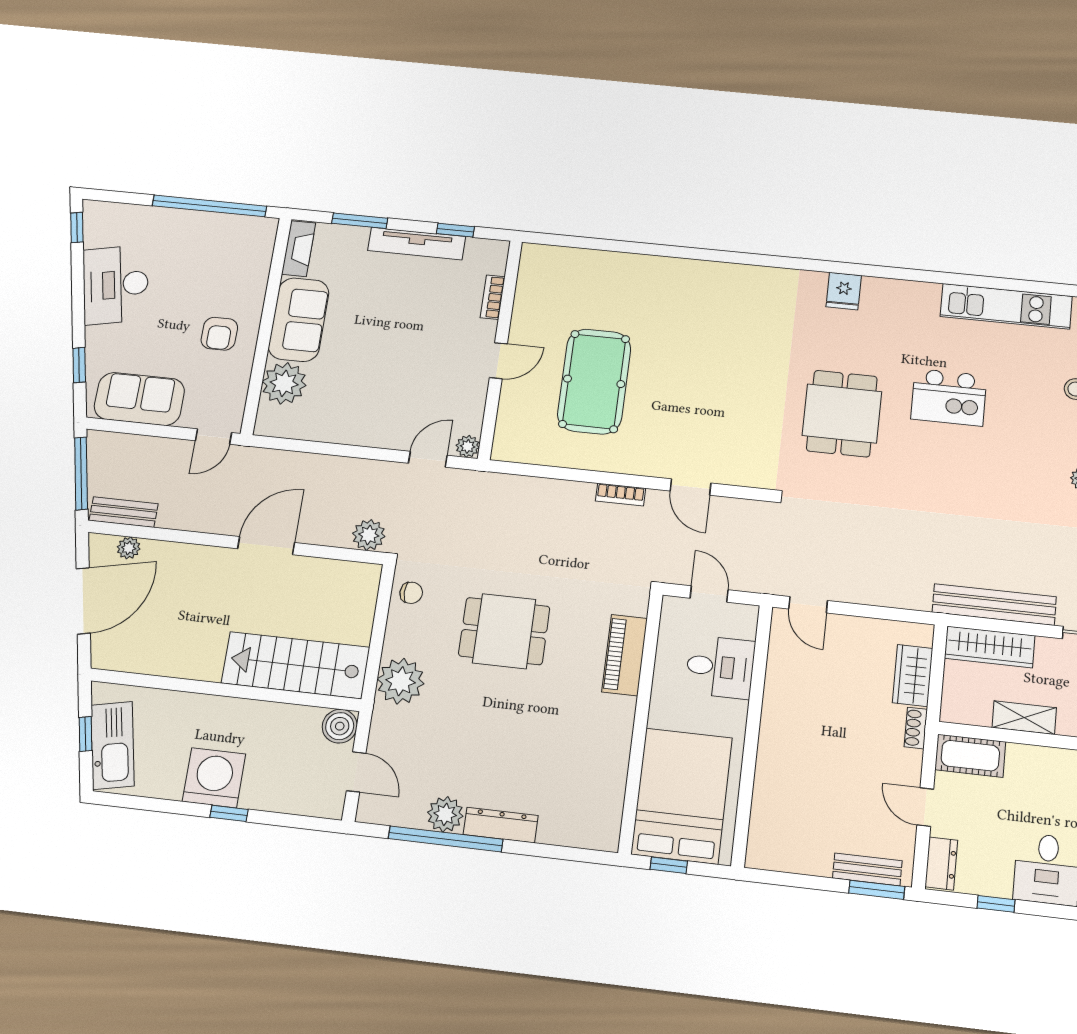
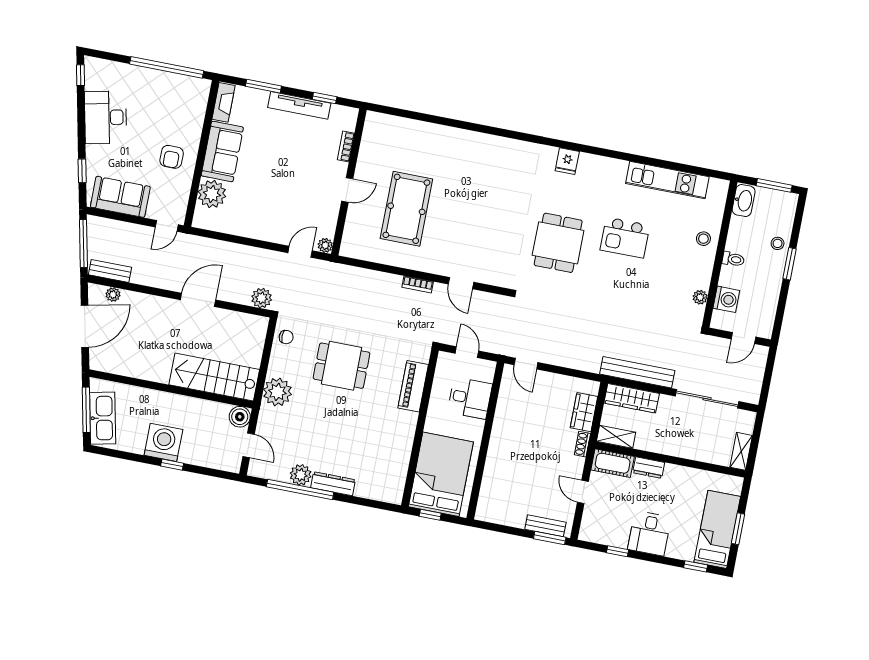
shelving: (1024, 718) -> (616, 437), moved
window: (86, 734) -> (86, 410), width x2.17
dresser: (941, 864) -> (649, 468), moved, turned 90

